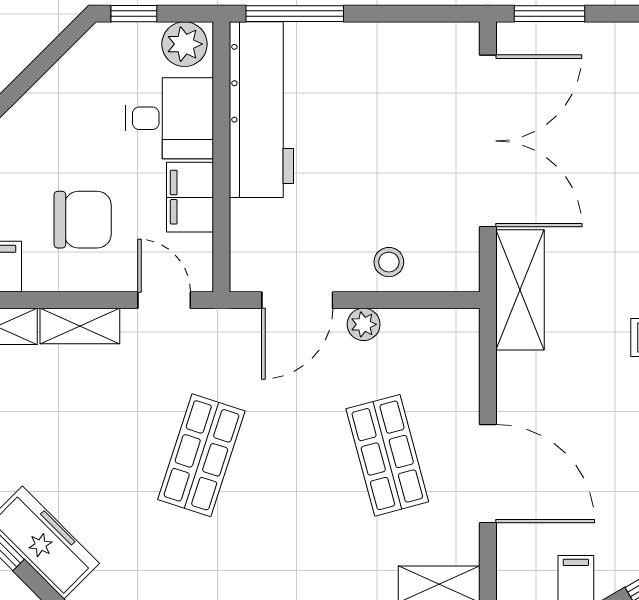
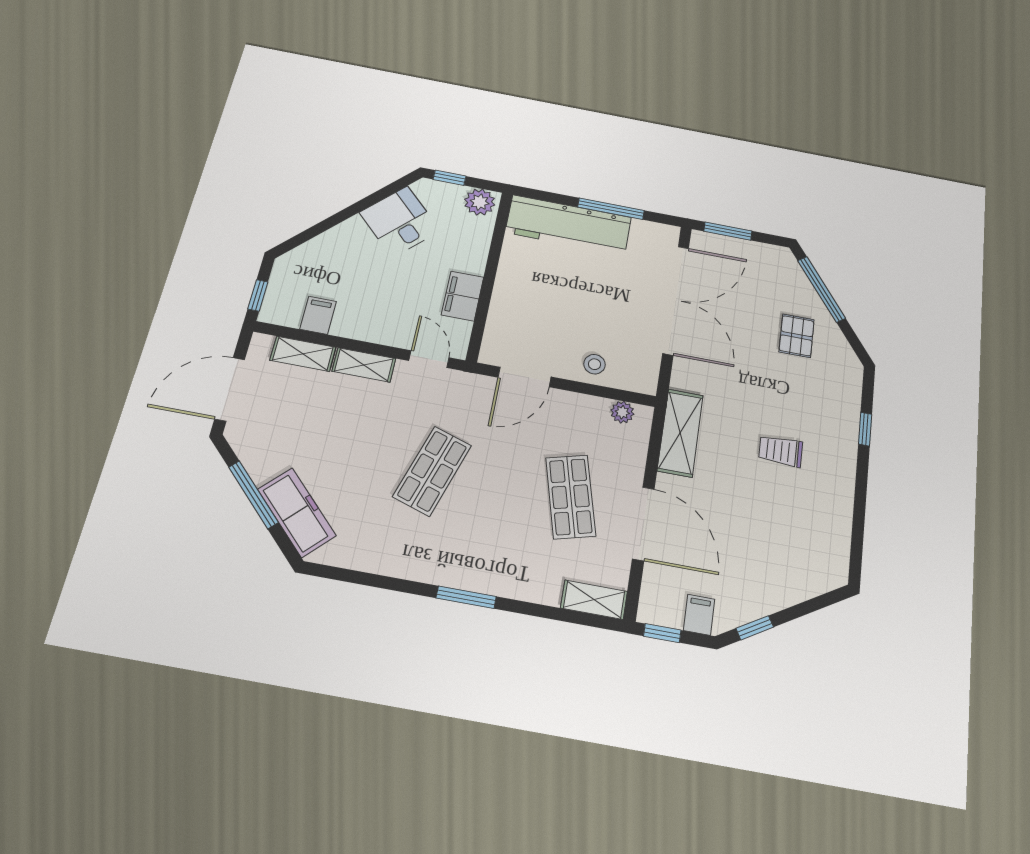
window: (295, 14) -> (611, 209), moved
workbench: (261, 110) -> (568, 225), moved, turned 90
desk: (169, 118) -> (400, 222), moved, turned -135
chair: (83, 220) -> (383, 296), removed
shelving: (520, 290) -> (680, 433), moved
plant: (364, 324) -> (622, 412), moved

